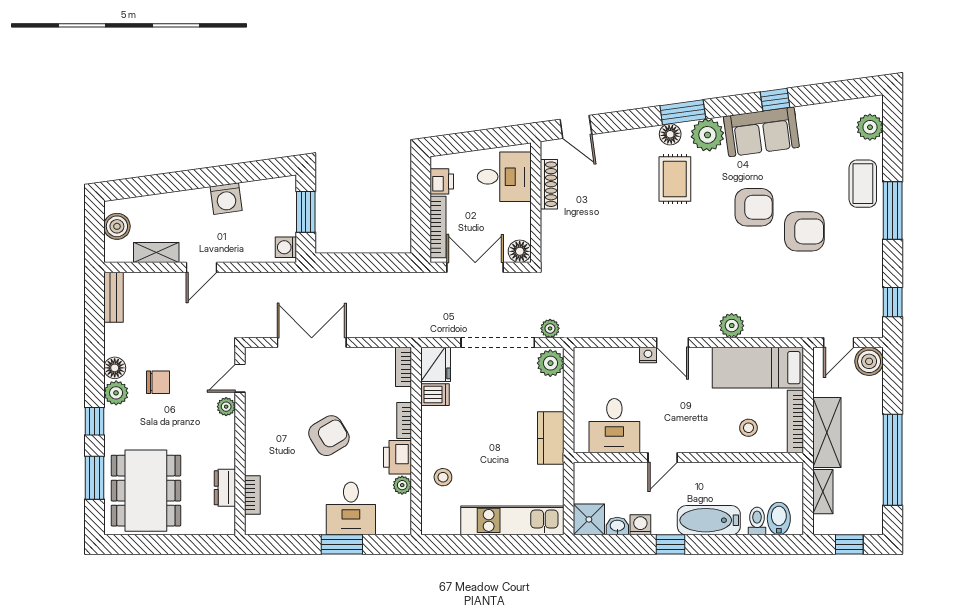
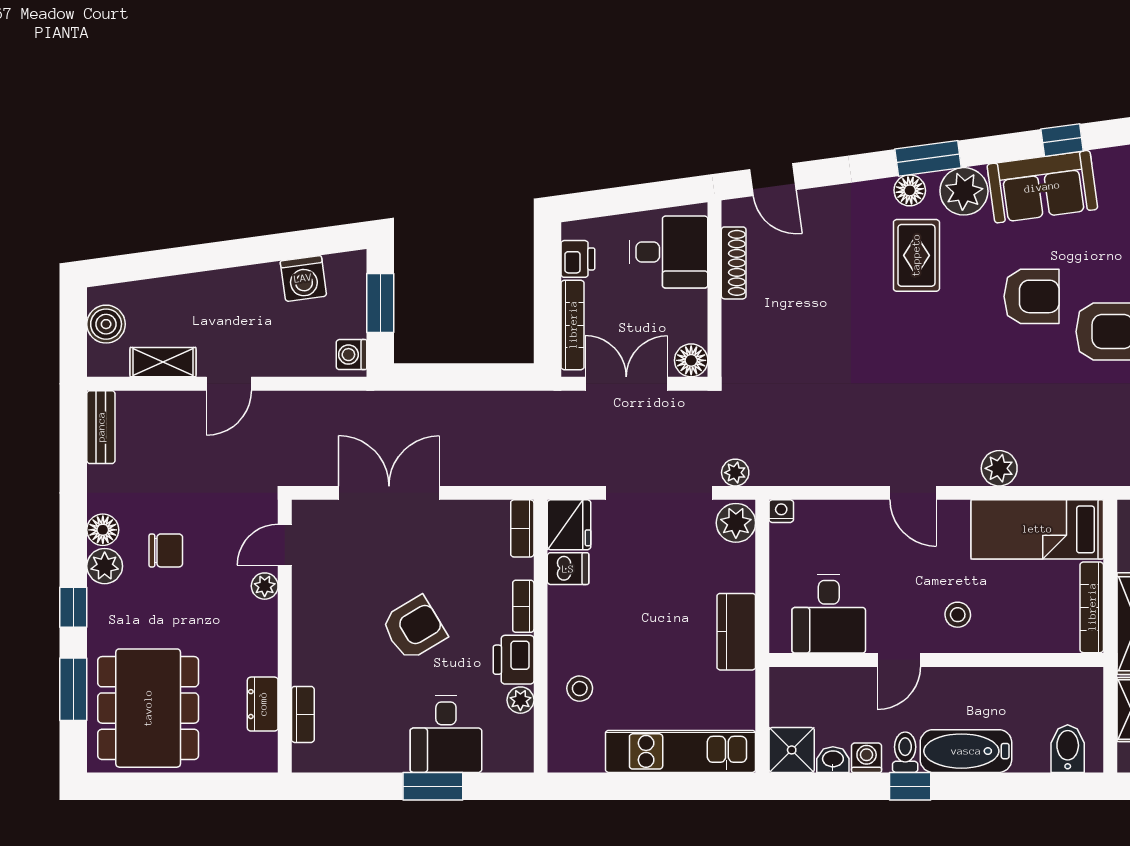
washing machine: (226, 199) -> (303, 278), moved
nightstand: (648, 355) -> (781, 511), moved
stool: (748, 428) -> (958, 615), moved
toilet: (757, 521) -> (905, 752), moved

